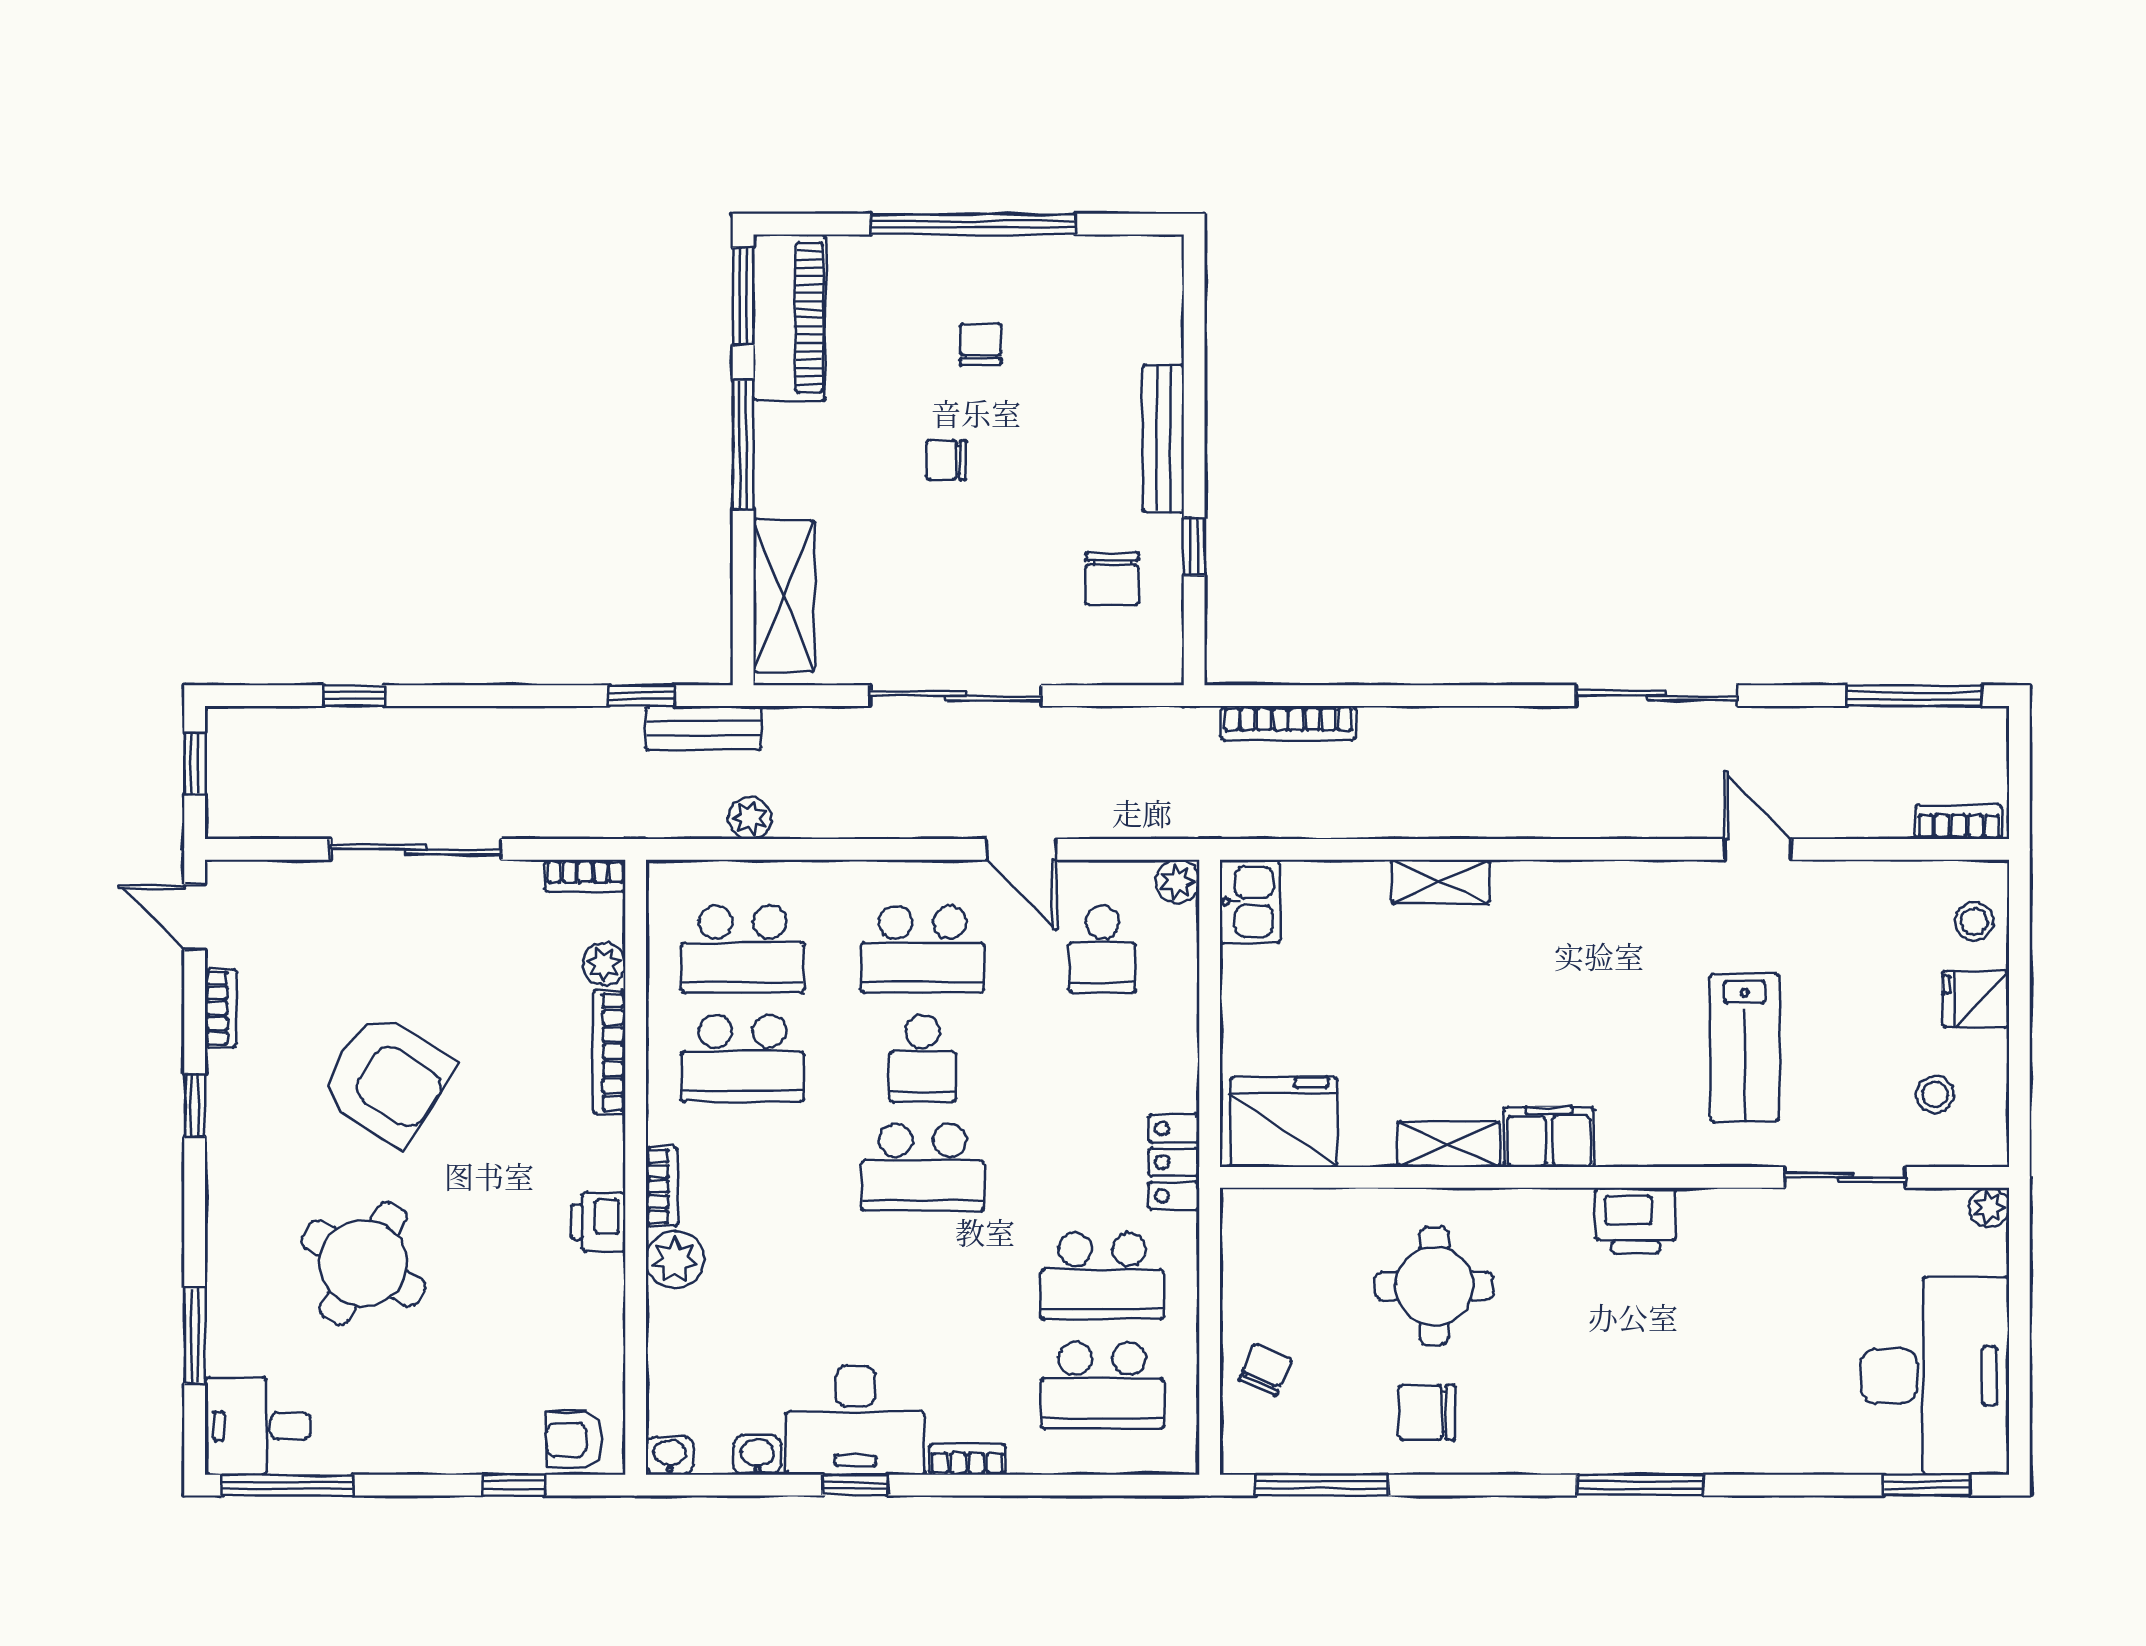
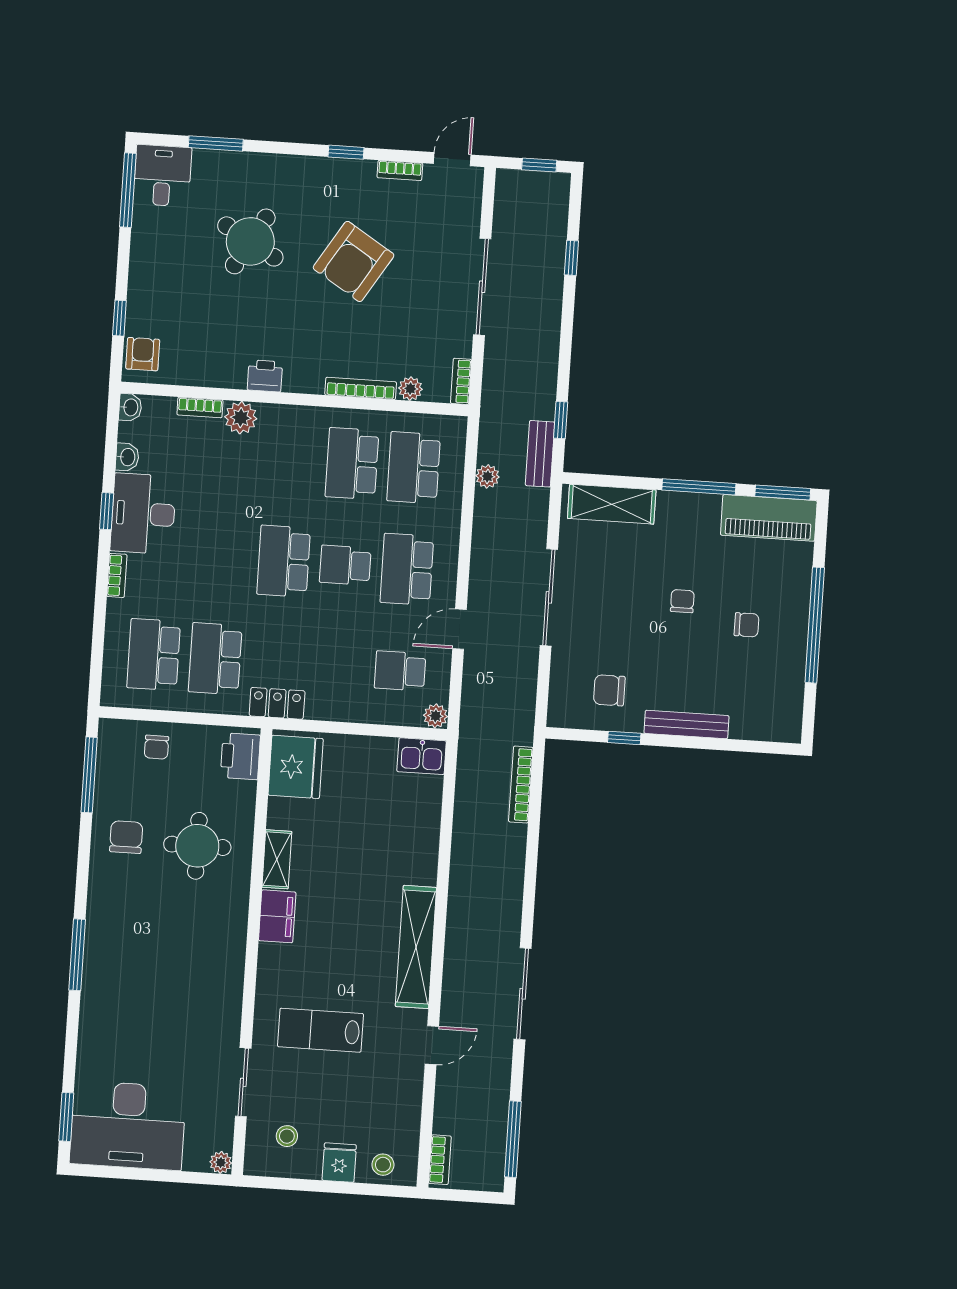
shelving: (1440, 882) -> (416, 947), moved, width x2.20, depth x1.33
bookcase: (662, 1186) -> (200, 407), moved
printer: (1636, 1221) -> (240, 756), moved
chair: (1265, 1369) -> (156, 747), turned 67

